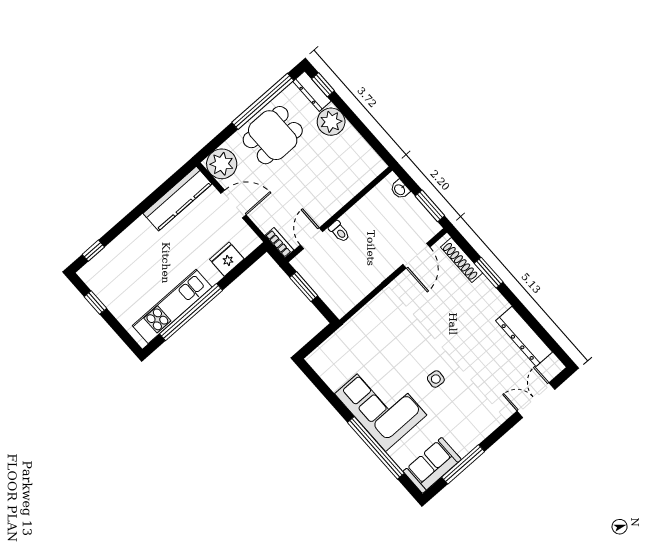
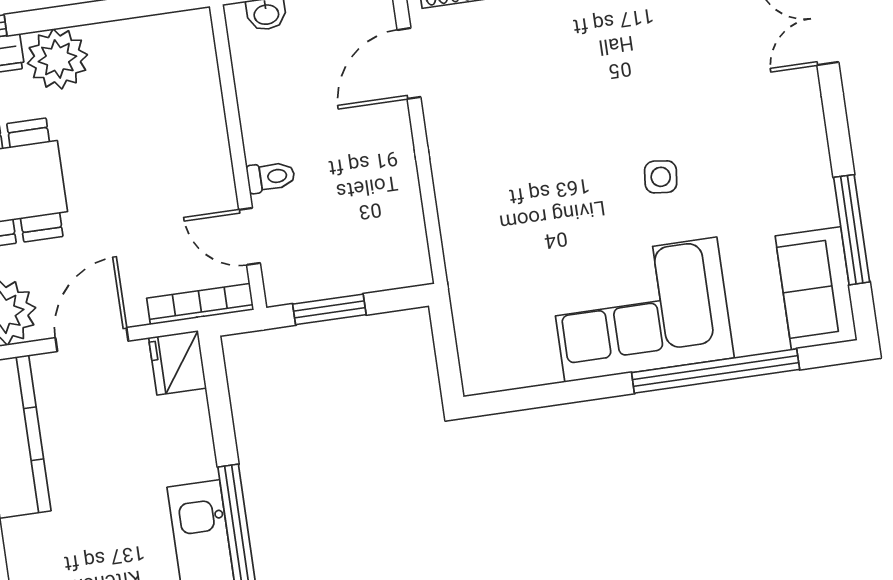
bookcase: (279, 243) -> (200, 304), width x1.56
door: (416, 256) -> (409, 63), swing flipped
fridge: (227, 259) -> (178, 363), moved

